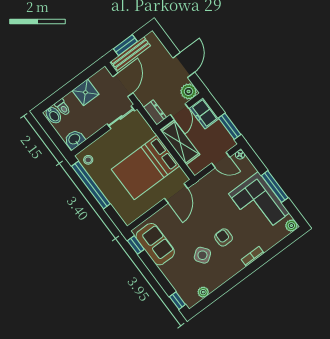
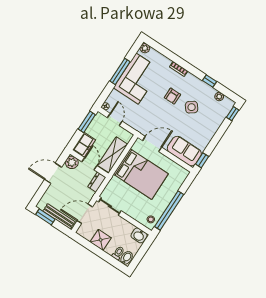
window: (125, 45) -> (45, 217), moved
door: (179, 112) -> (89, 164), hinge flipped
sofa: (155, 244) -> (184, 151), moved, turned 90
window: (225, 287) -> (210, 81), added

